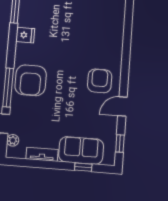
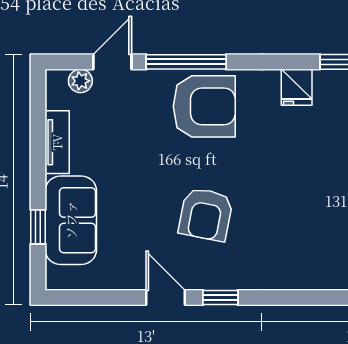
armchair: (31, 80) -> (204, 106), turned 180
armchair: (100, 81) -> (206, 214), moved, turned 101
window: (120, 143) -> (220, 298), moved

